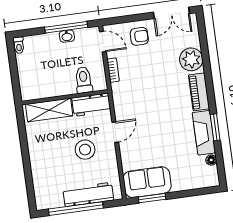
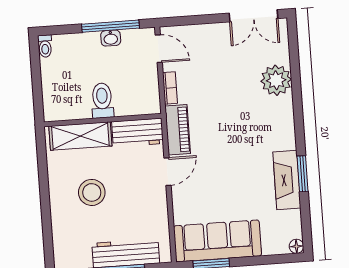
armchair: (139, 36) -> (208, 45), removed
toilet: (84, 80) -> (102, 101), moved
piano: (199, 92) -> (178, 130), moved, turned 180
stool: (85, 150) -> (92, 192), moved
floor lamp: (211, 160) -> (296, 246), moved
sofa: (147, 182) -> (217, 241), width x1.36

